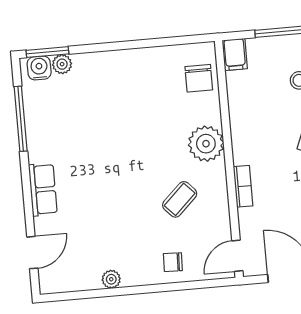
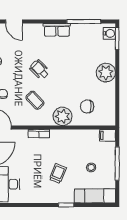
plant: (62, 64) -> (106, 73), moved, width x1.87, depth x1.87
chair: (199, 78) -> (87, 106), moved
row of seats: (43, 190) -> (57, 30), moved
wheelchair: (120, 196) -> (40, 69), added

